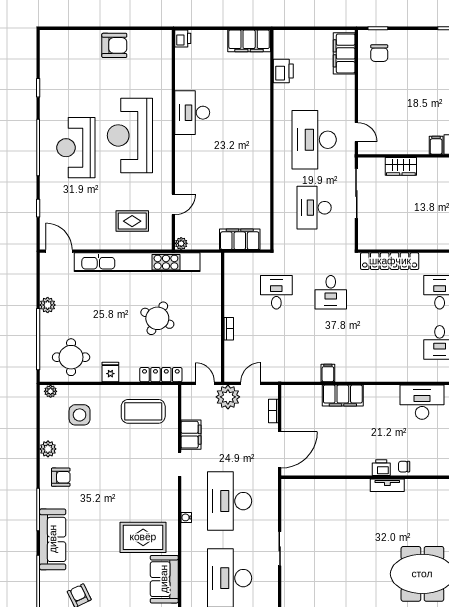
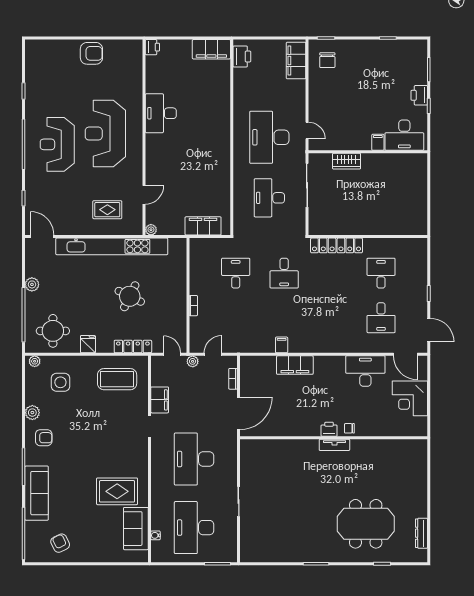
printer: (283, 71) -> (242, 57), moved
plant: (228, 397) -> (193, 361), width x0.53, depth x0.53
water cooler: (186, 517) -> (155, 535), moved

